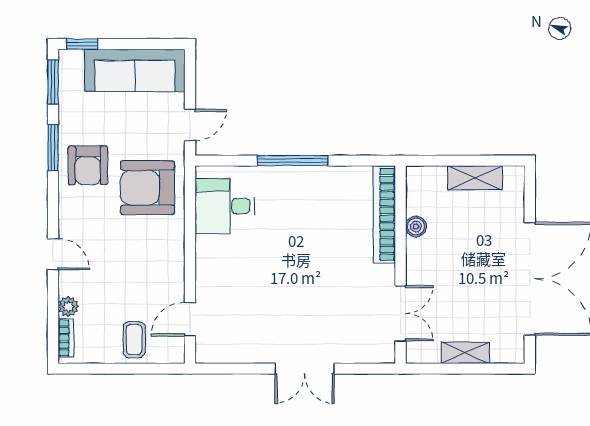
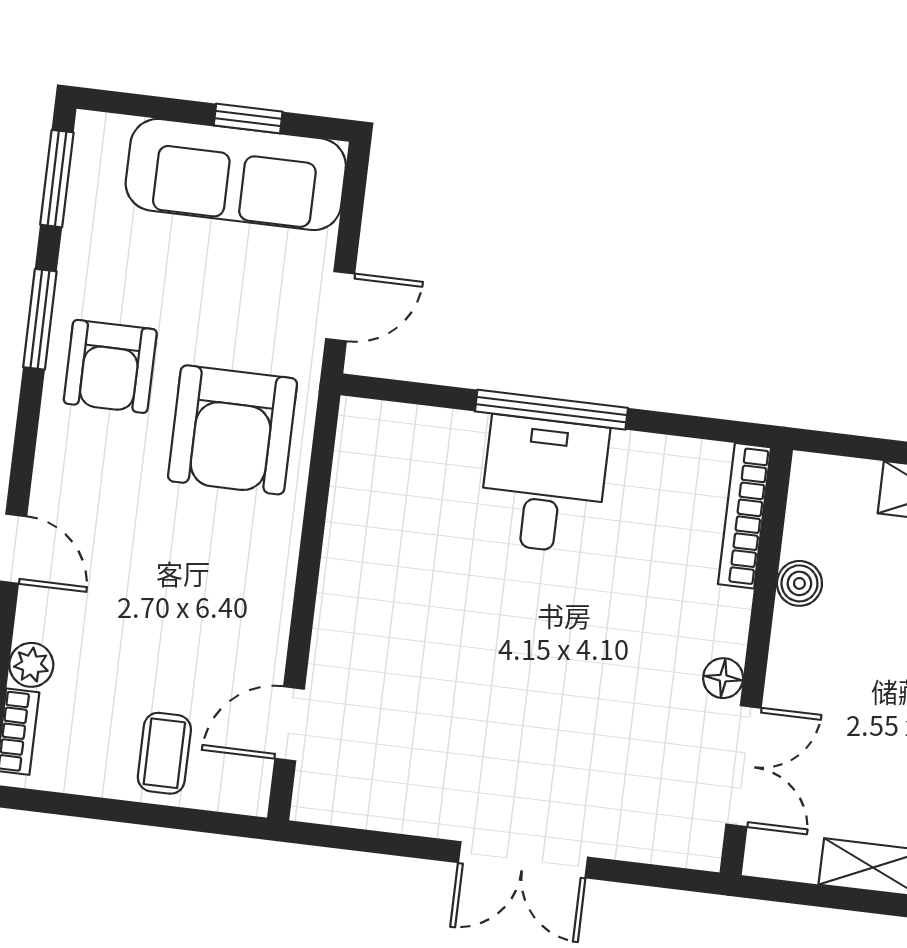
window: (82, 44) -> (248, 119), moved
armchair: (147, 188) -> (233, 430), turned -90
desk: (225, 206) -> (544, 485), moved, turned 90
bookcase: (384, 214) -> (744, 516), width x0.68, depth x0.76
floor lamp: (386, 274) -> (723, 678), added

